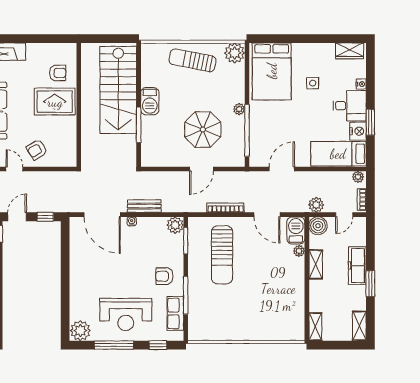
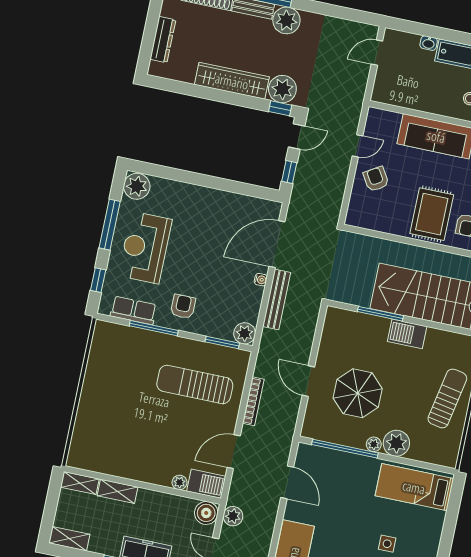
plant: (235, 53) -> (396, 443), moved
bed: (272, 71) -> (414, 487), width x0.67
bench: (144, 206) -> (277, 299), width x1.36
door: (17, 217) -> (297, 137), hinge flipped
shelving: (316, 264) -> (118, 491), moved

